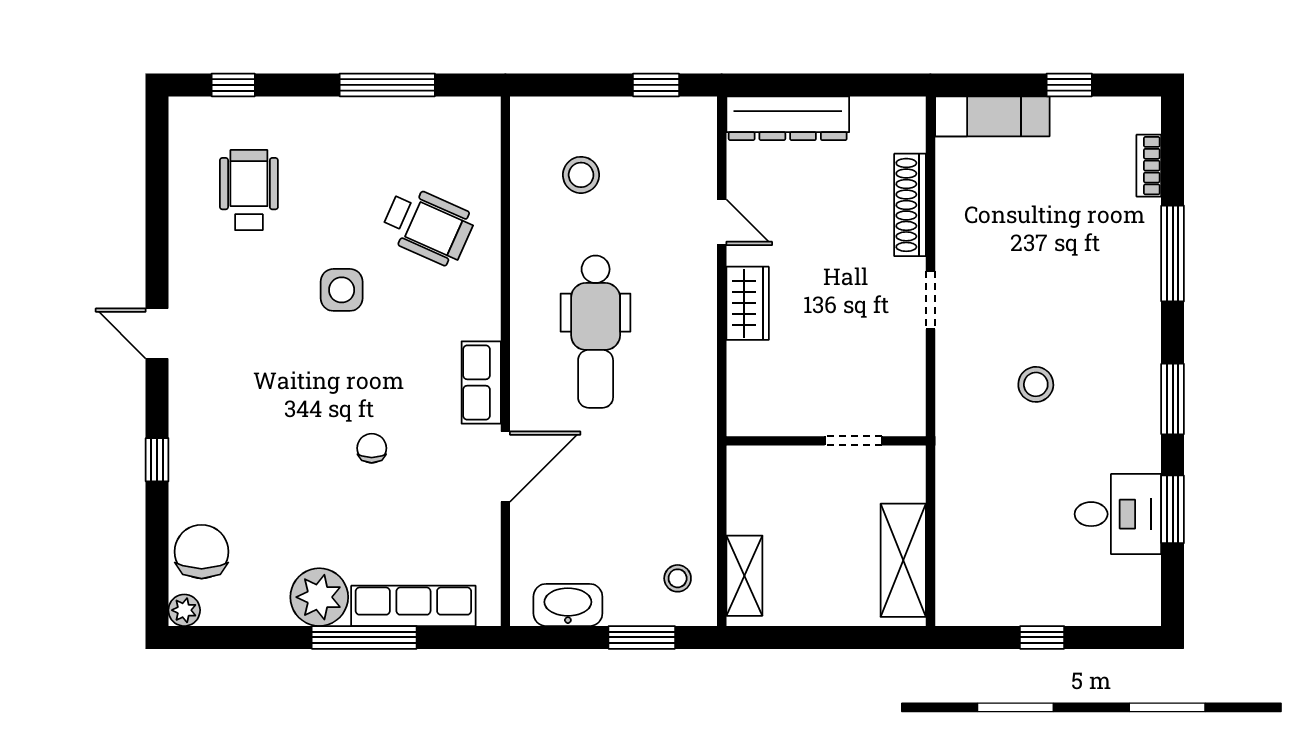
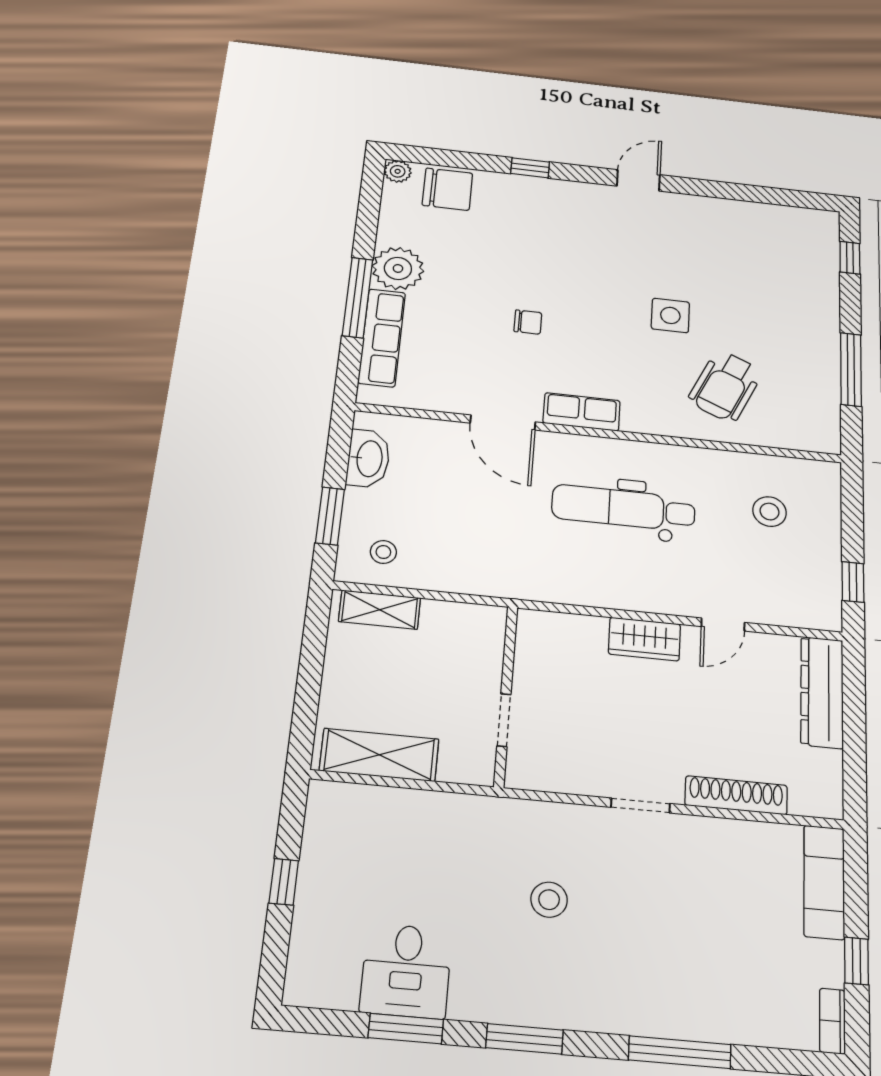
bookcase: (1149, 166) -> (832, 1021), moved, turned -90
wheelchair: (249, 190) -> (759, 258), removed

